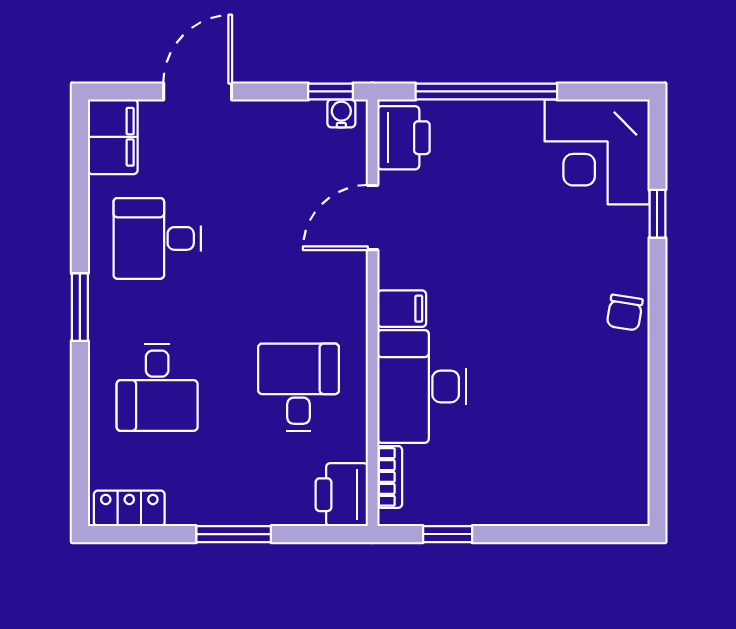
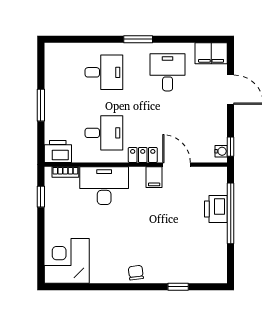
printer: (404, 138) -> (216, 209), moved, turned 90
corner desk: (597, 152) -> (67, 261), moved
filing cabinet: (402, 309) -> (154, 177), moved
chair: (625, 313) -> (136, 273), turned 74
desk: (157, 387) -> (104, 72), turned 180
locker: (129, 508) -> (143, 155), moved, turned -90

